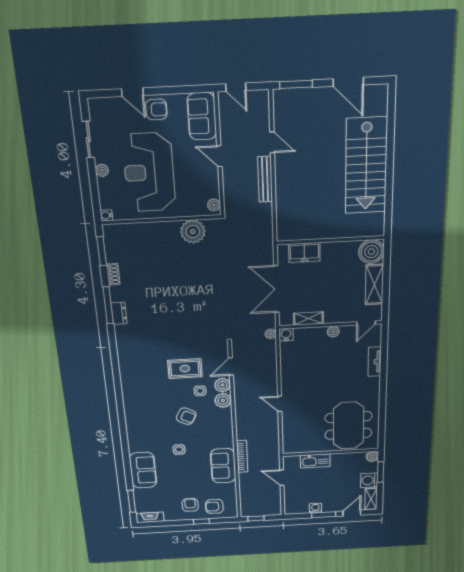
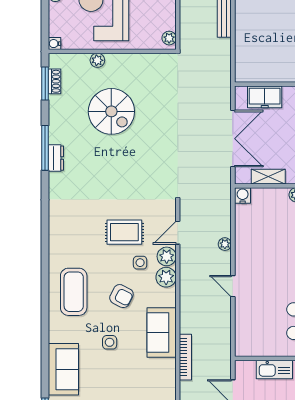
plant: (193, 232) -> (97, 60), moved, width x0.53, depth x0.53
spiral stairs: (165, 272) -> (111, 111), added
shoe rack: (113, 274) -> (55, 81), moved
double door: (276, 289) -> (233, 139), swing flipped
plant: (271, 334) -> (225, 244), moved
coffee table: (146, 415) -> (74, 292), added
sofa: (223, 466) -> (162, 332), moved

